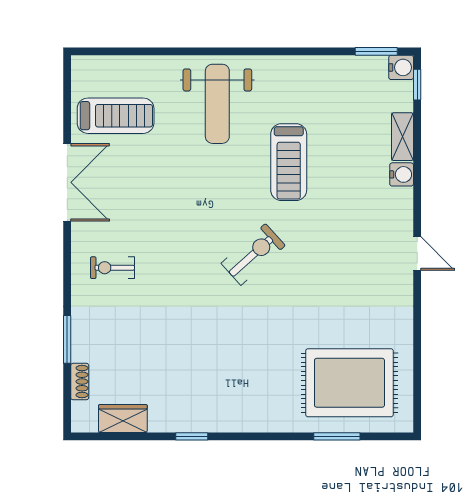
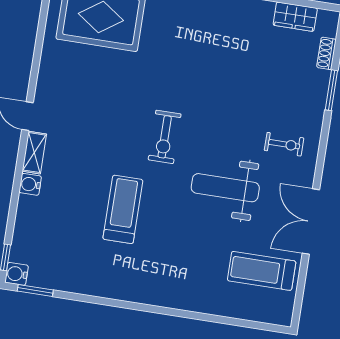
weight bench: (217, 104) -> (225, 188), moved, turned -90
shelving: (402, 137) -> (34, 153), moved
exercise bike: (253, 254) -> (165, 137), turned -48

